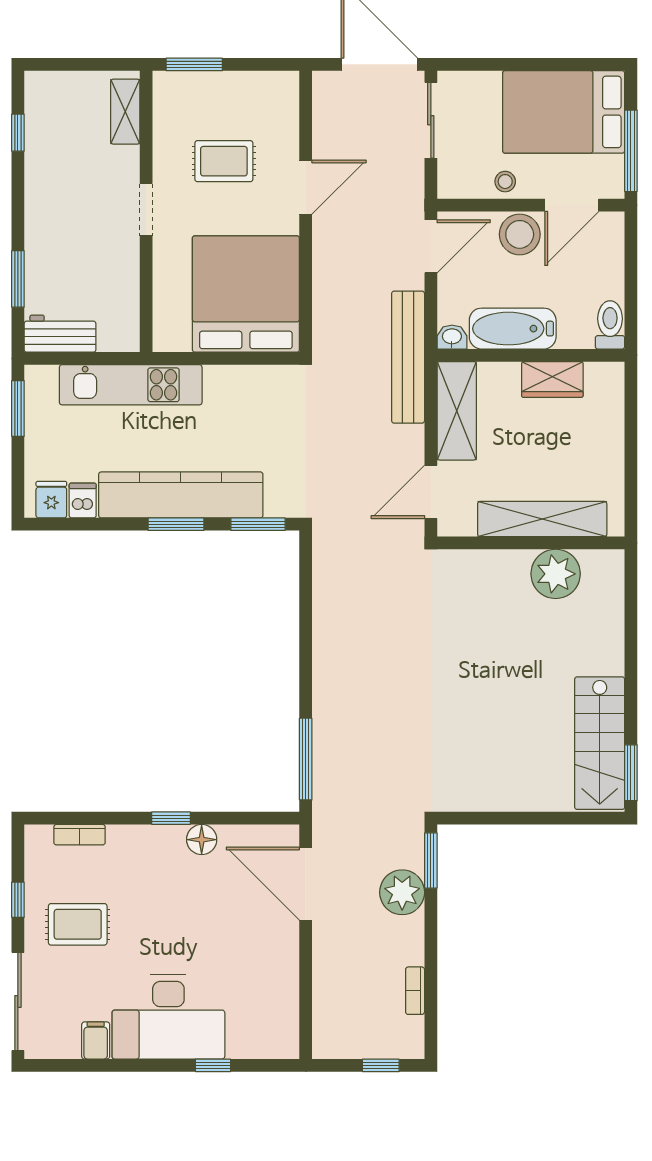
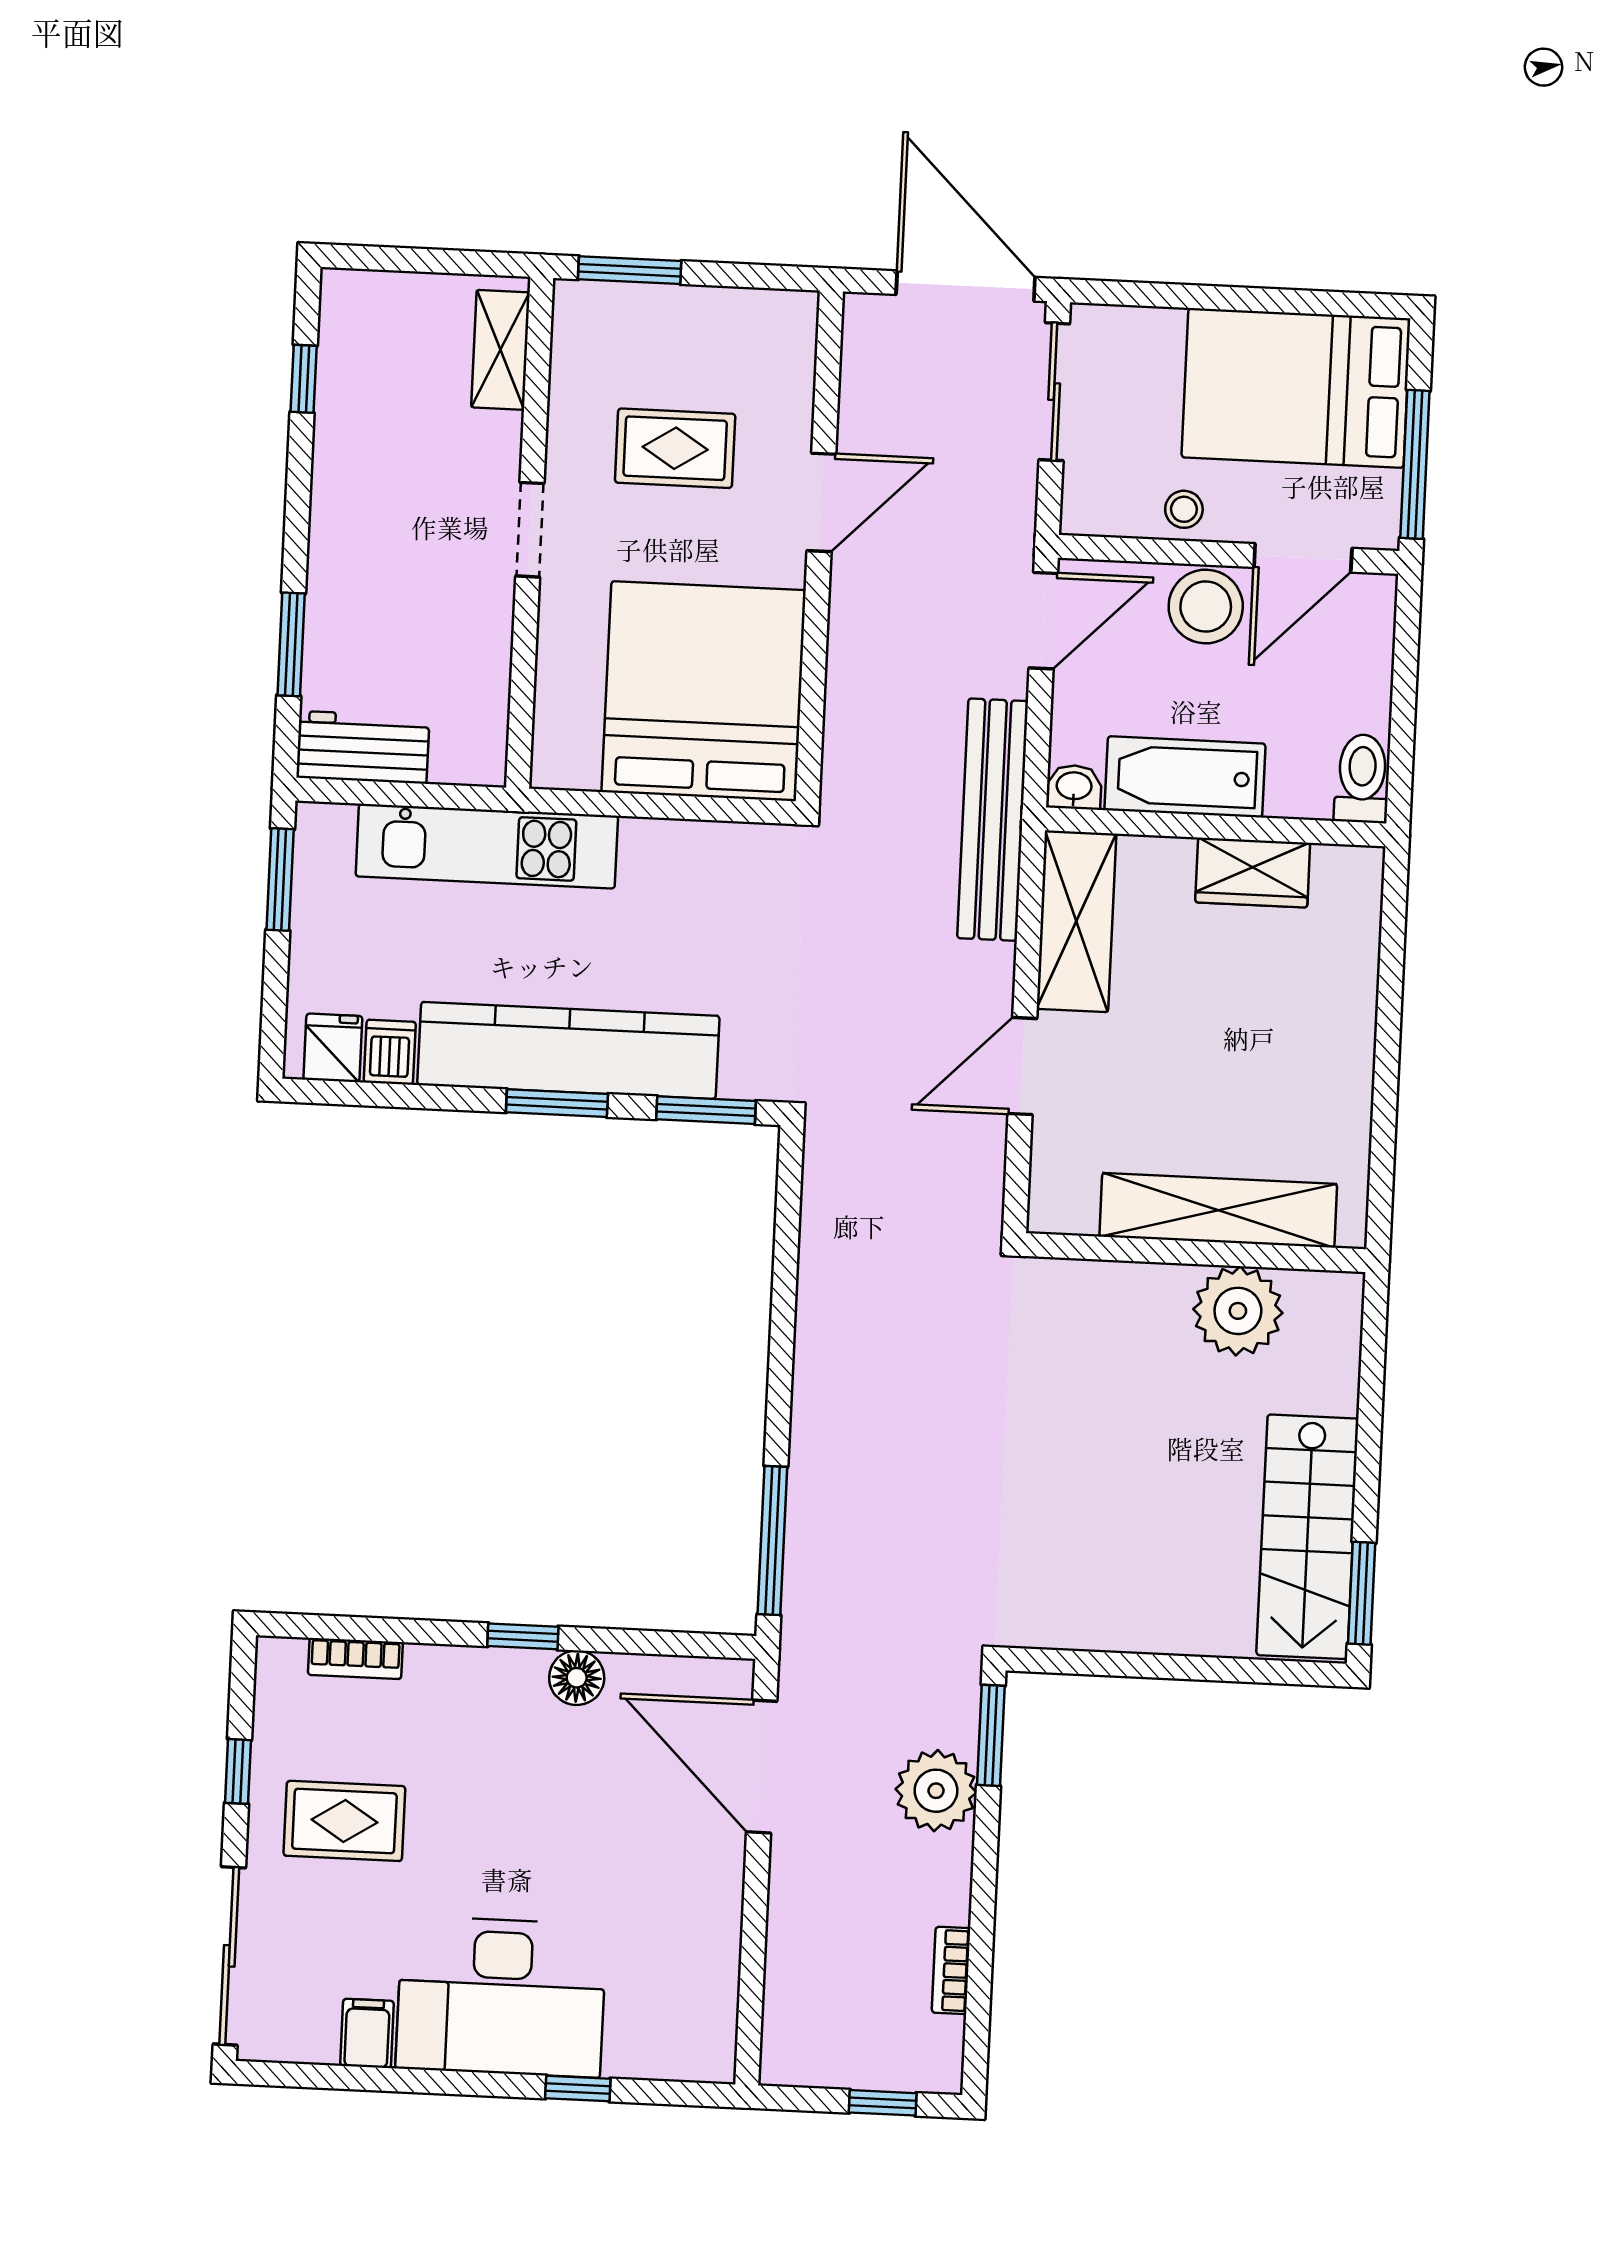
shelving: (542, 519) -> (1218, 1210), moved
wall: (531, 543) -> (1196, 1253), moved
plant: (556, 574) -> (1238, 1311), moved

